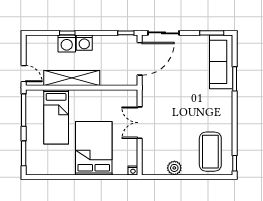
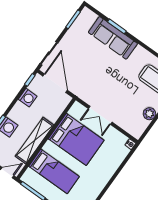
washing machine: (84, 43) -> (28, 98), moved
sofa: (221, 62) -> (113, 38), moved
bed: (94, 148) -> (76, 139), moved, turned 180

